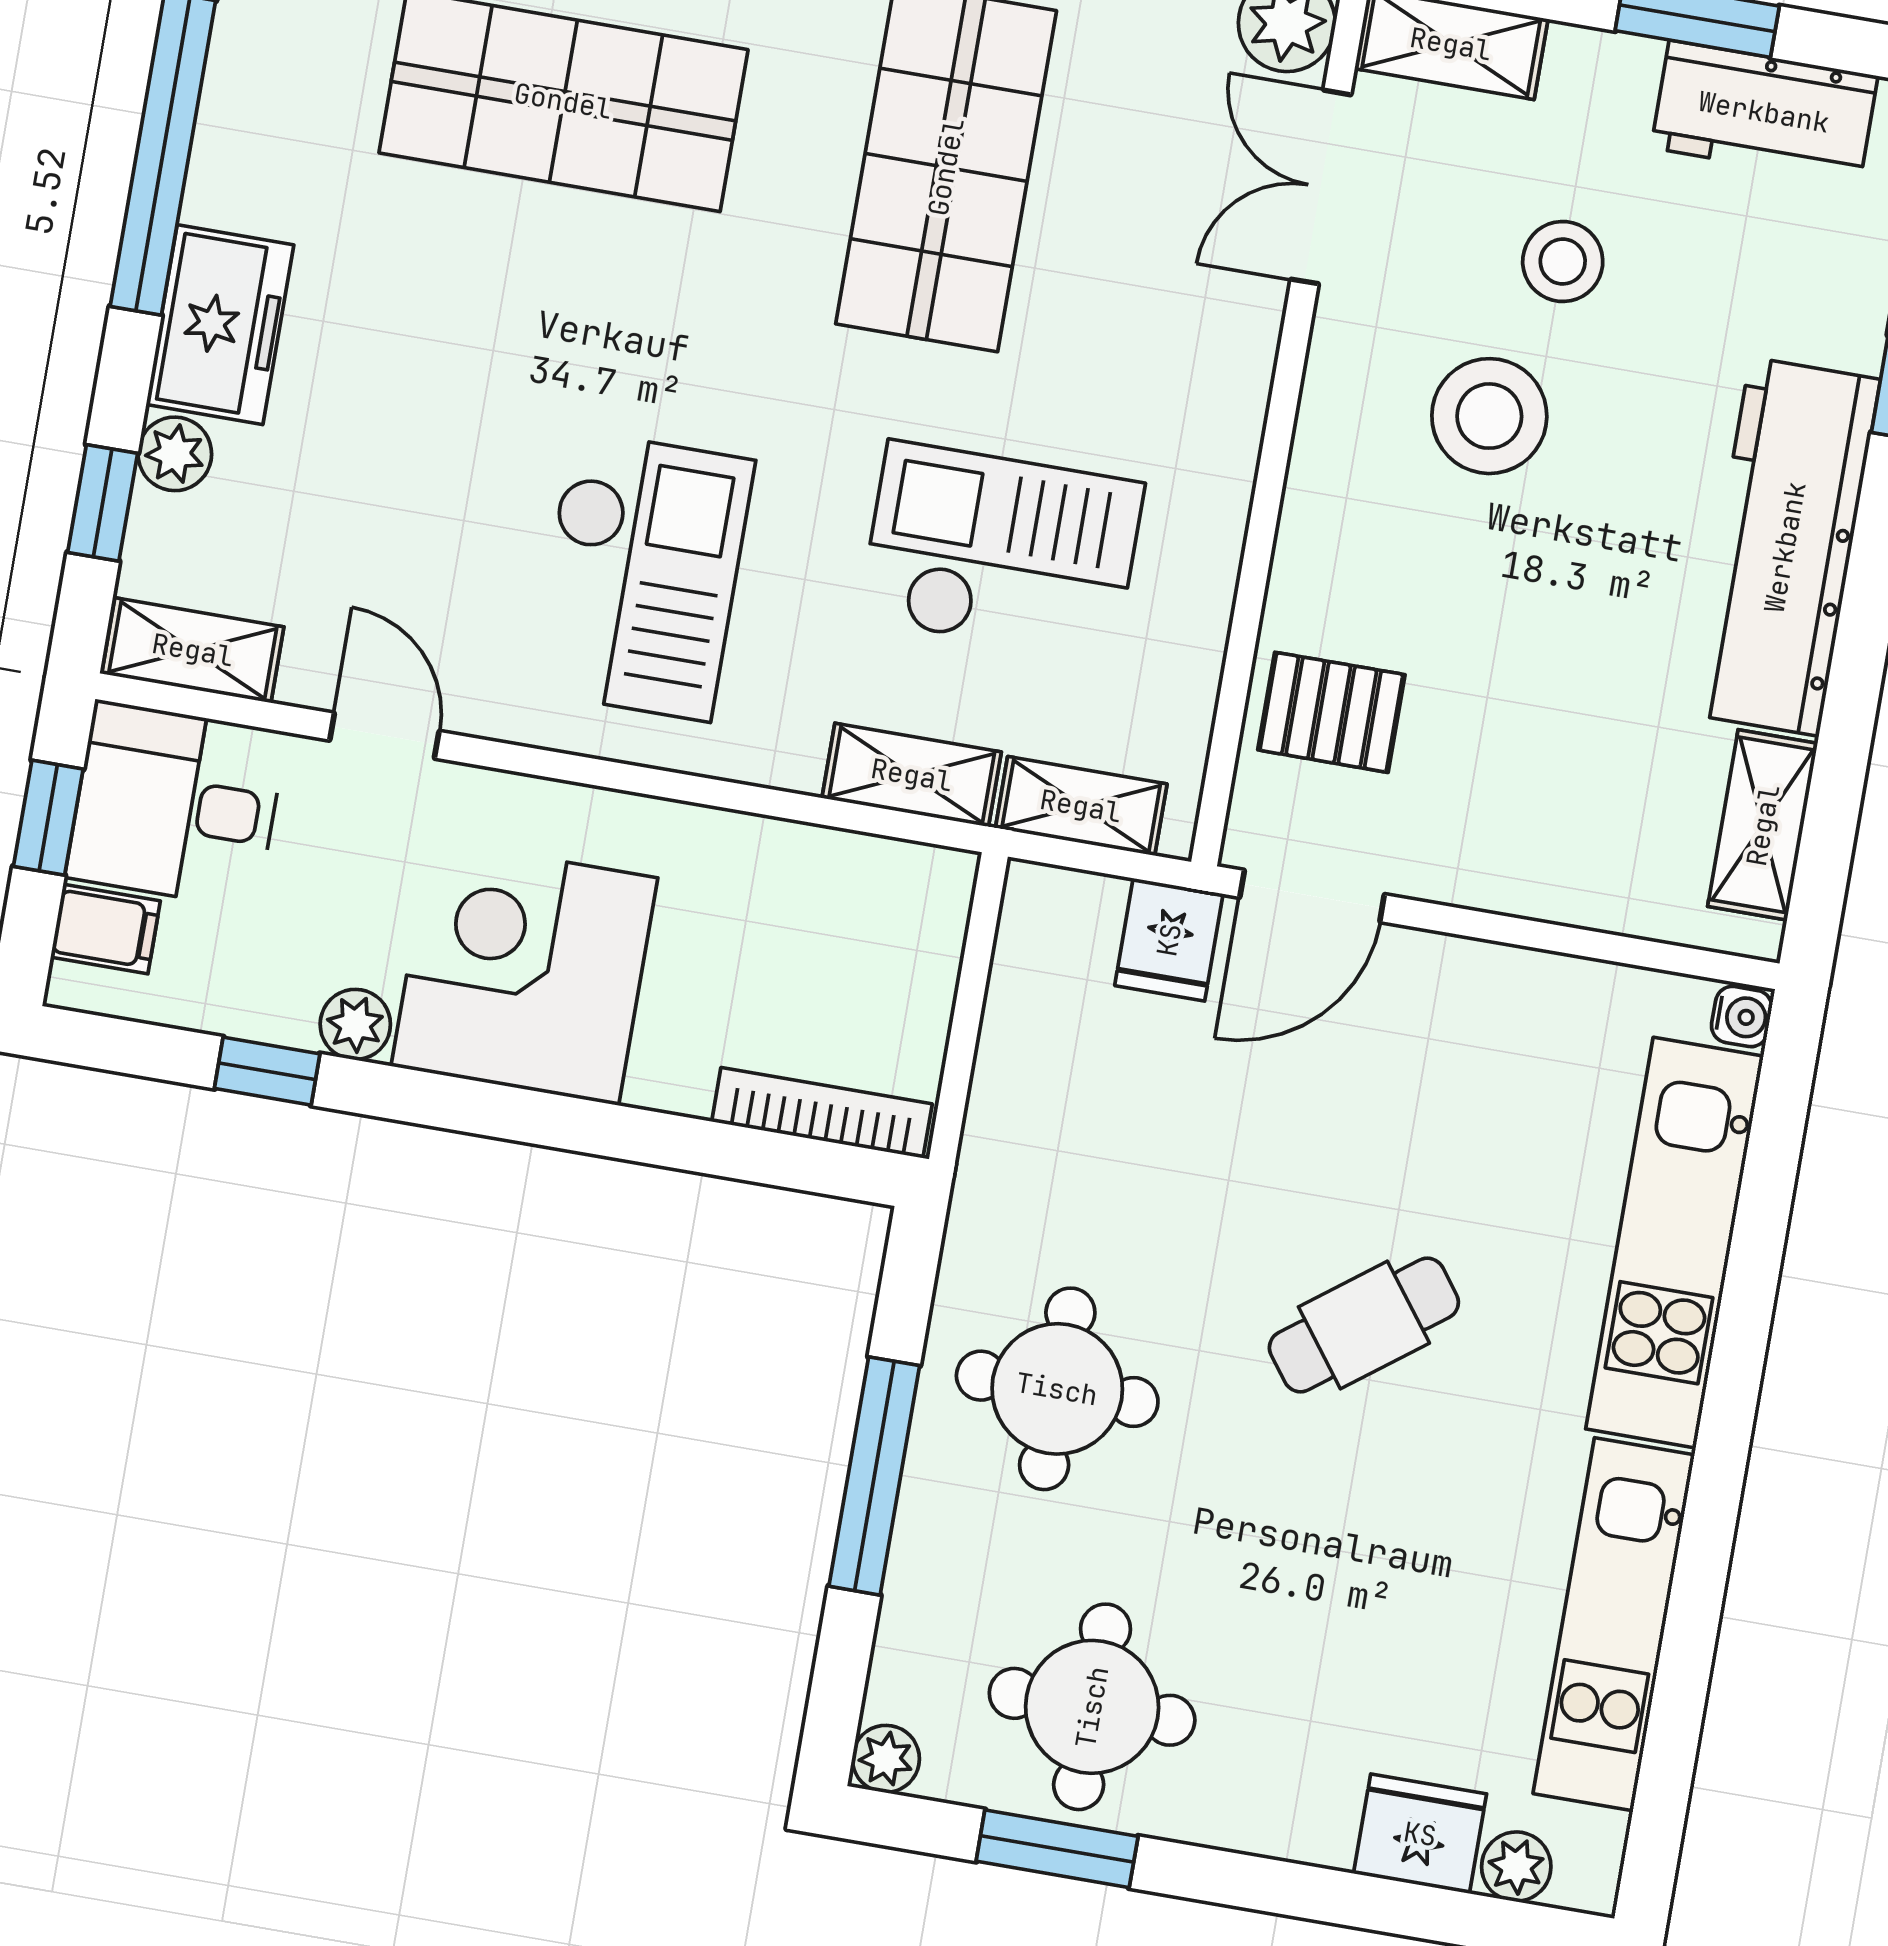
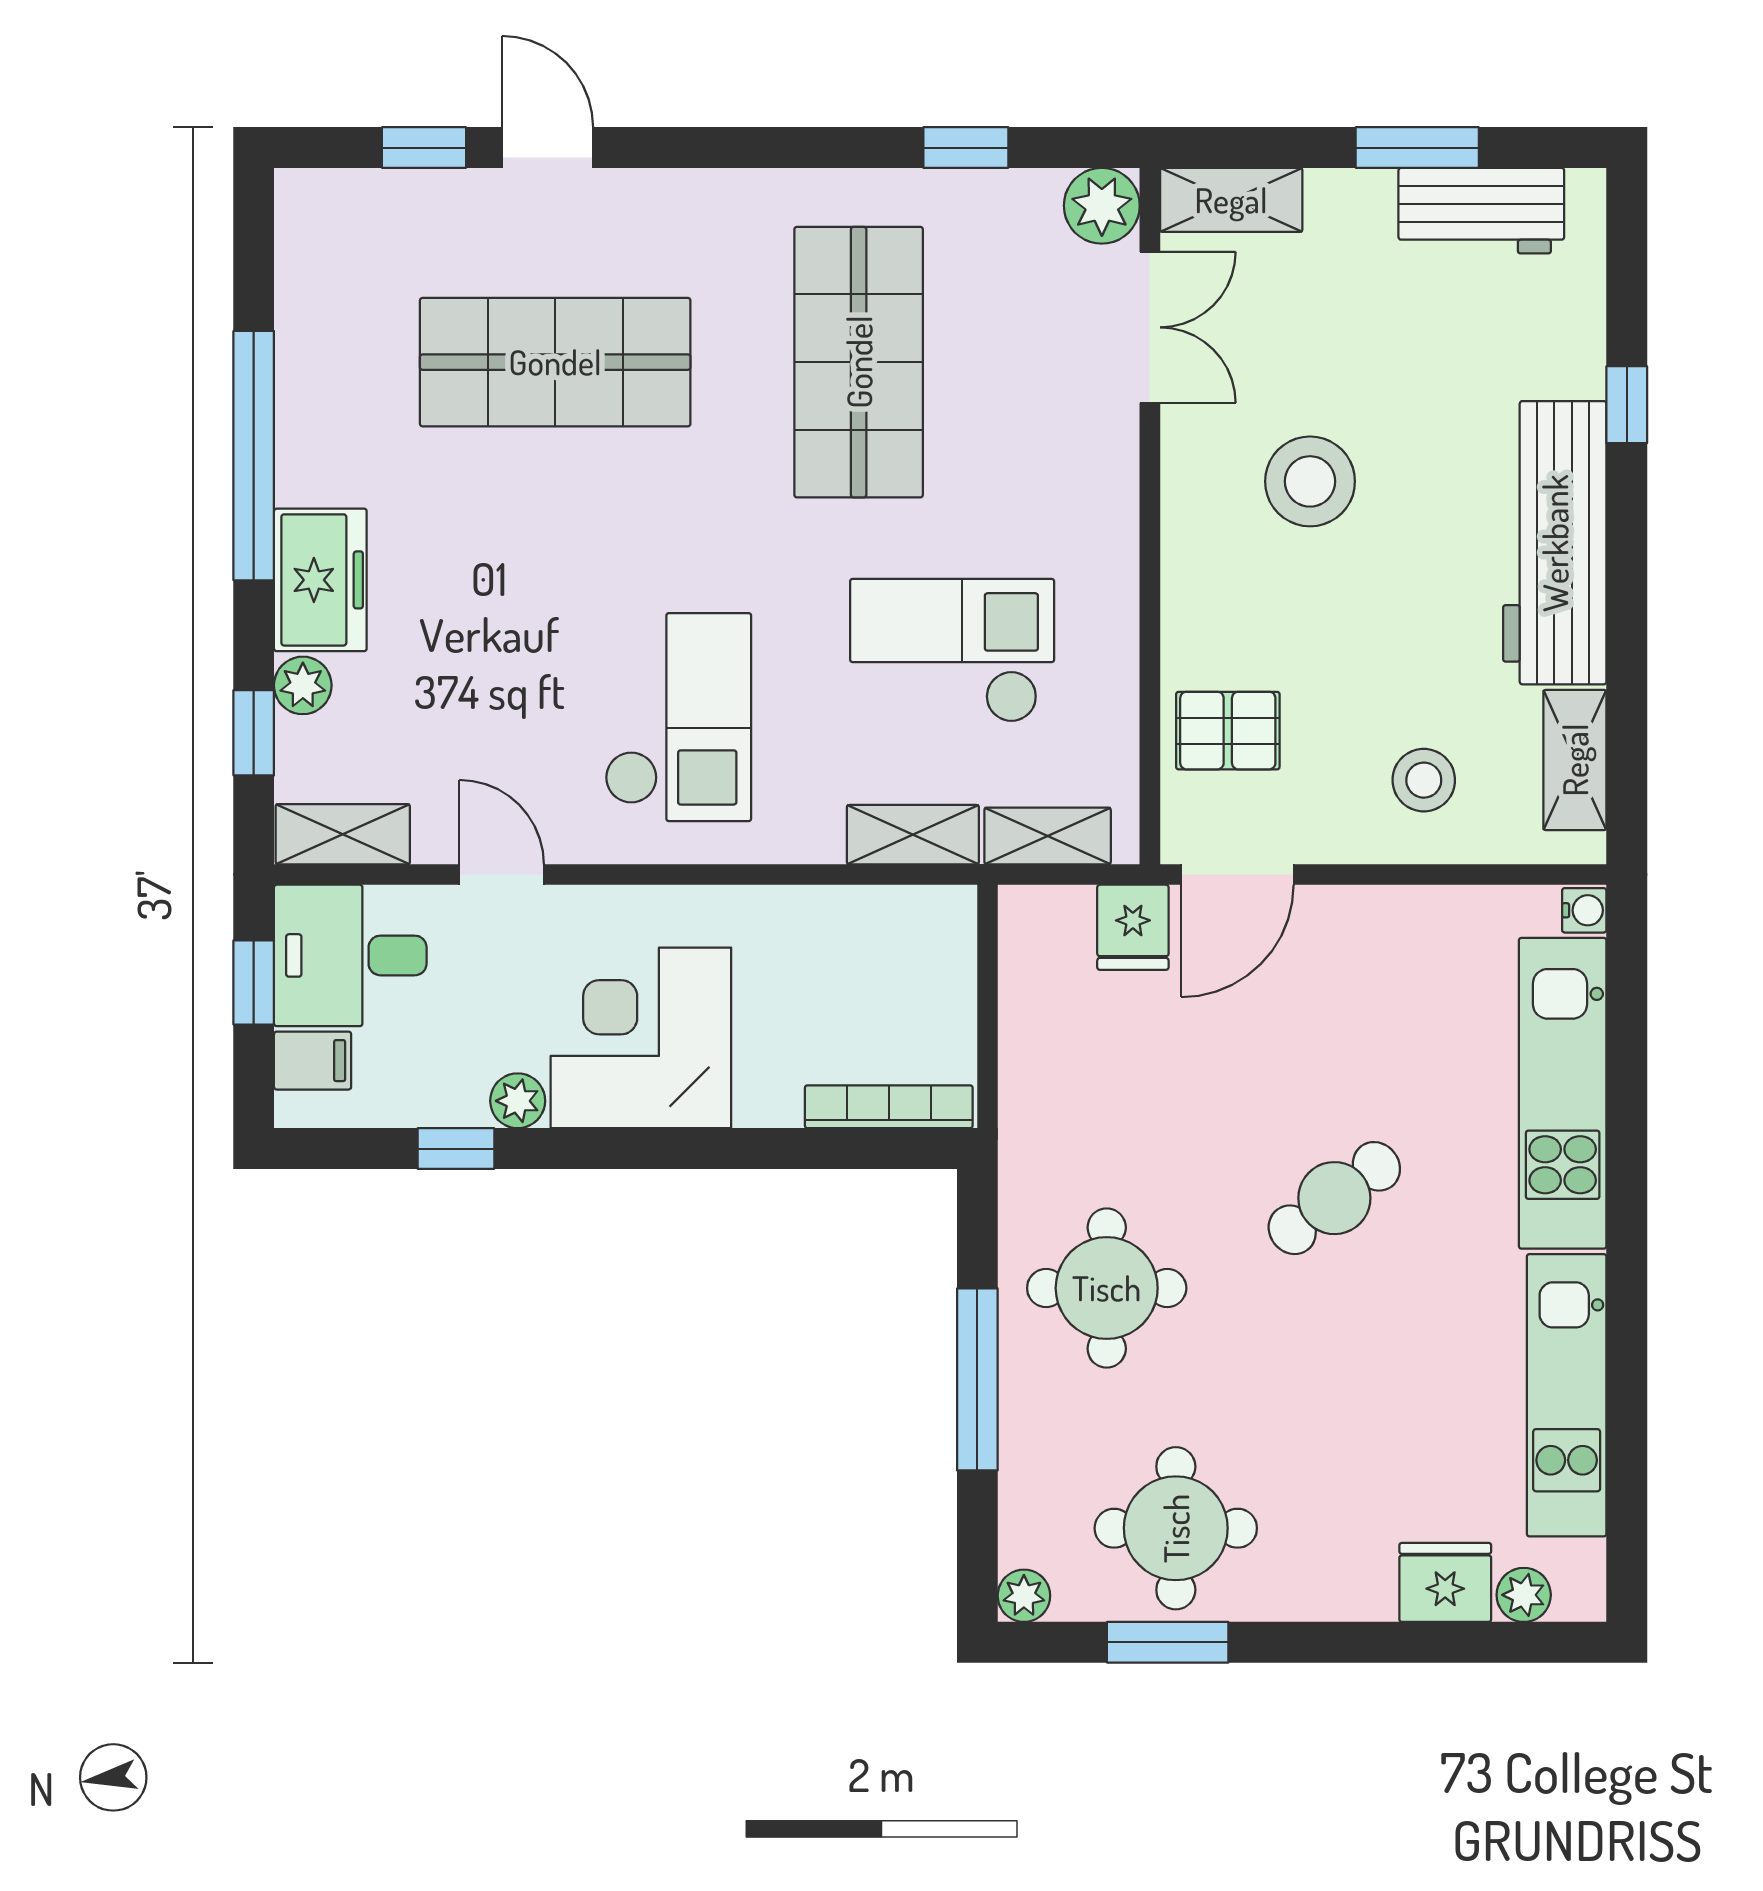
double door: (1321, 187) -> (1150, 327), swing flipped
stool: (1563, 261) -> (1424, 780), moved

